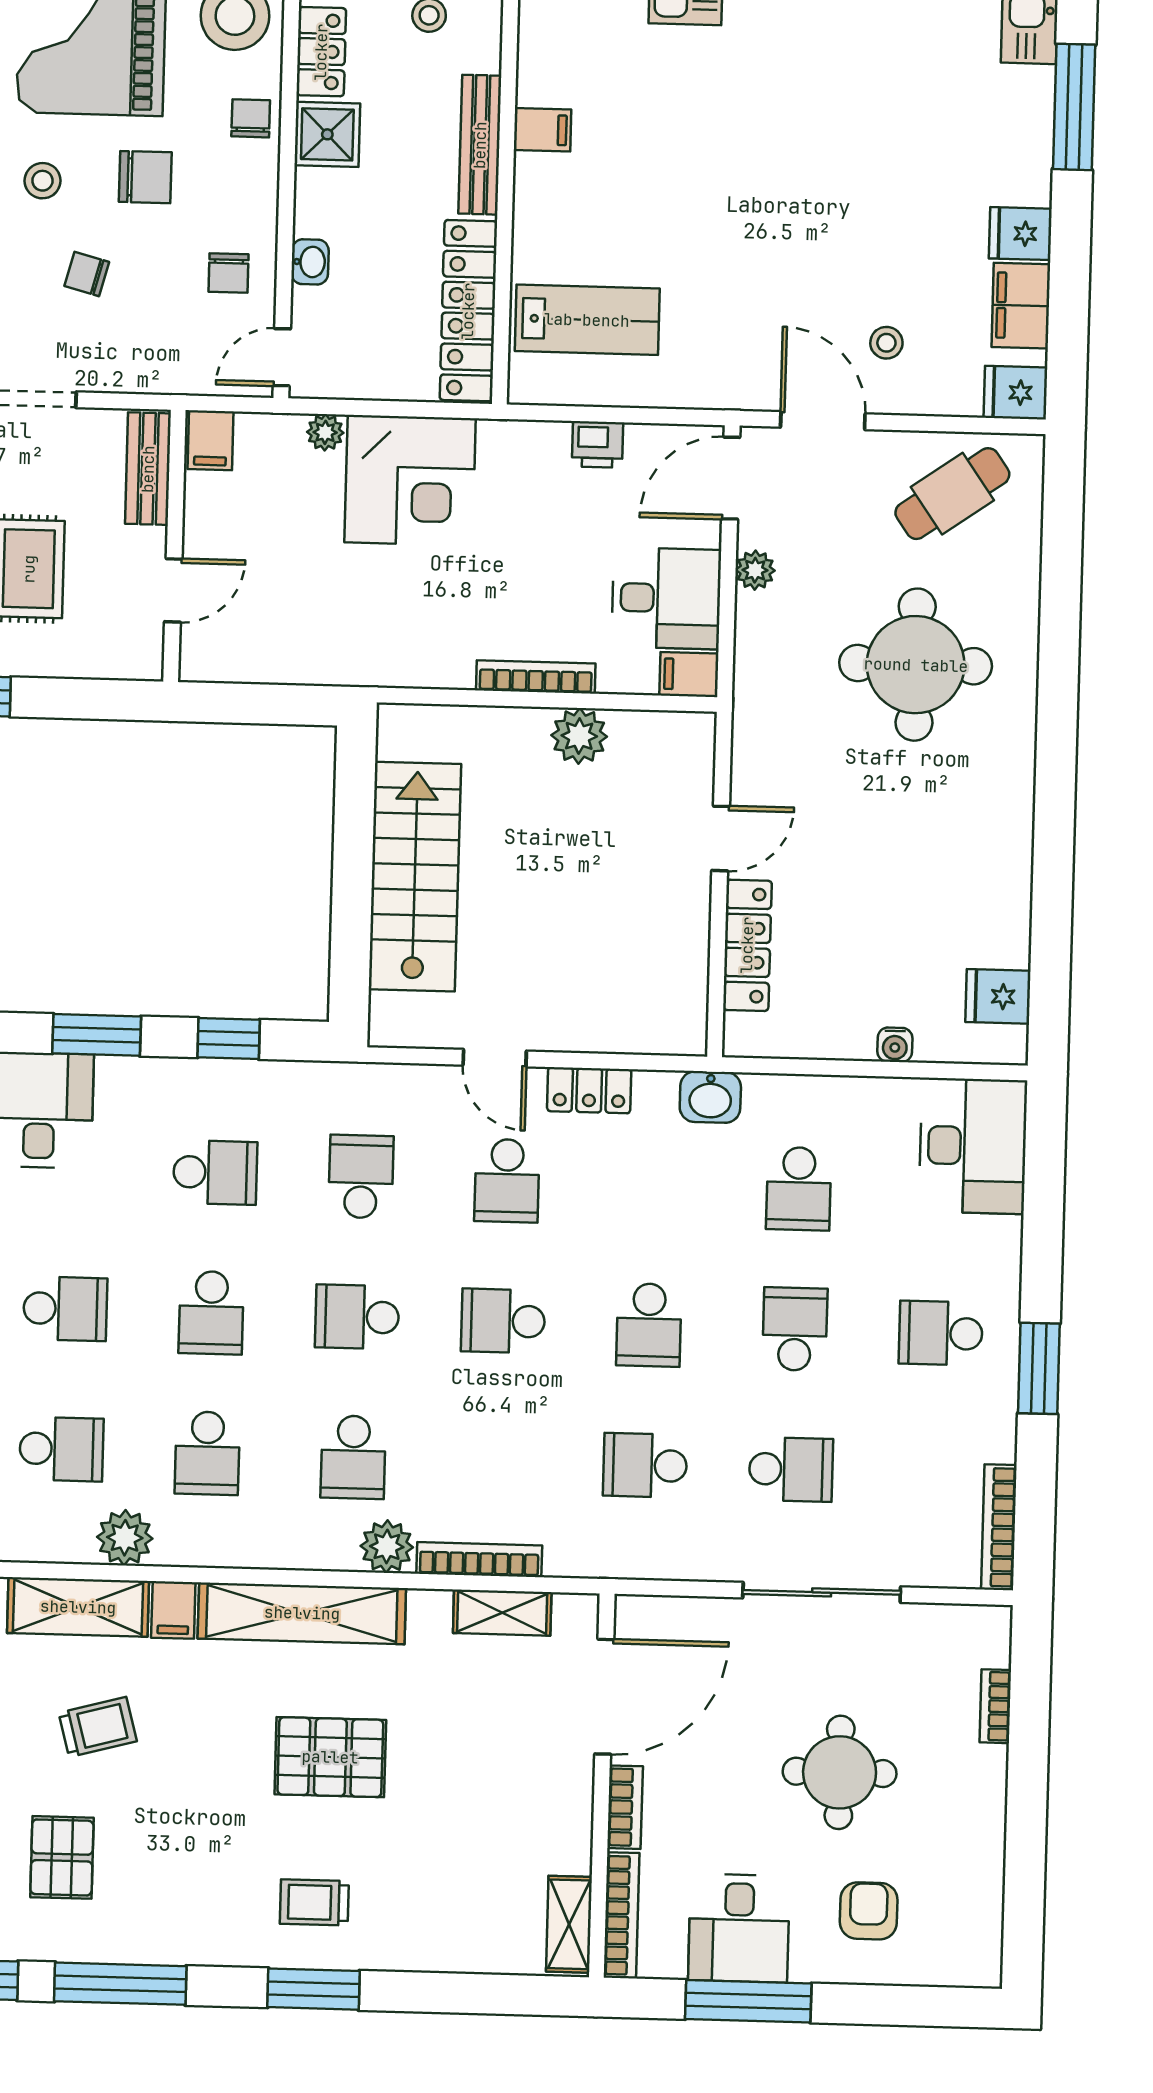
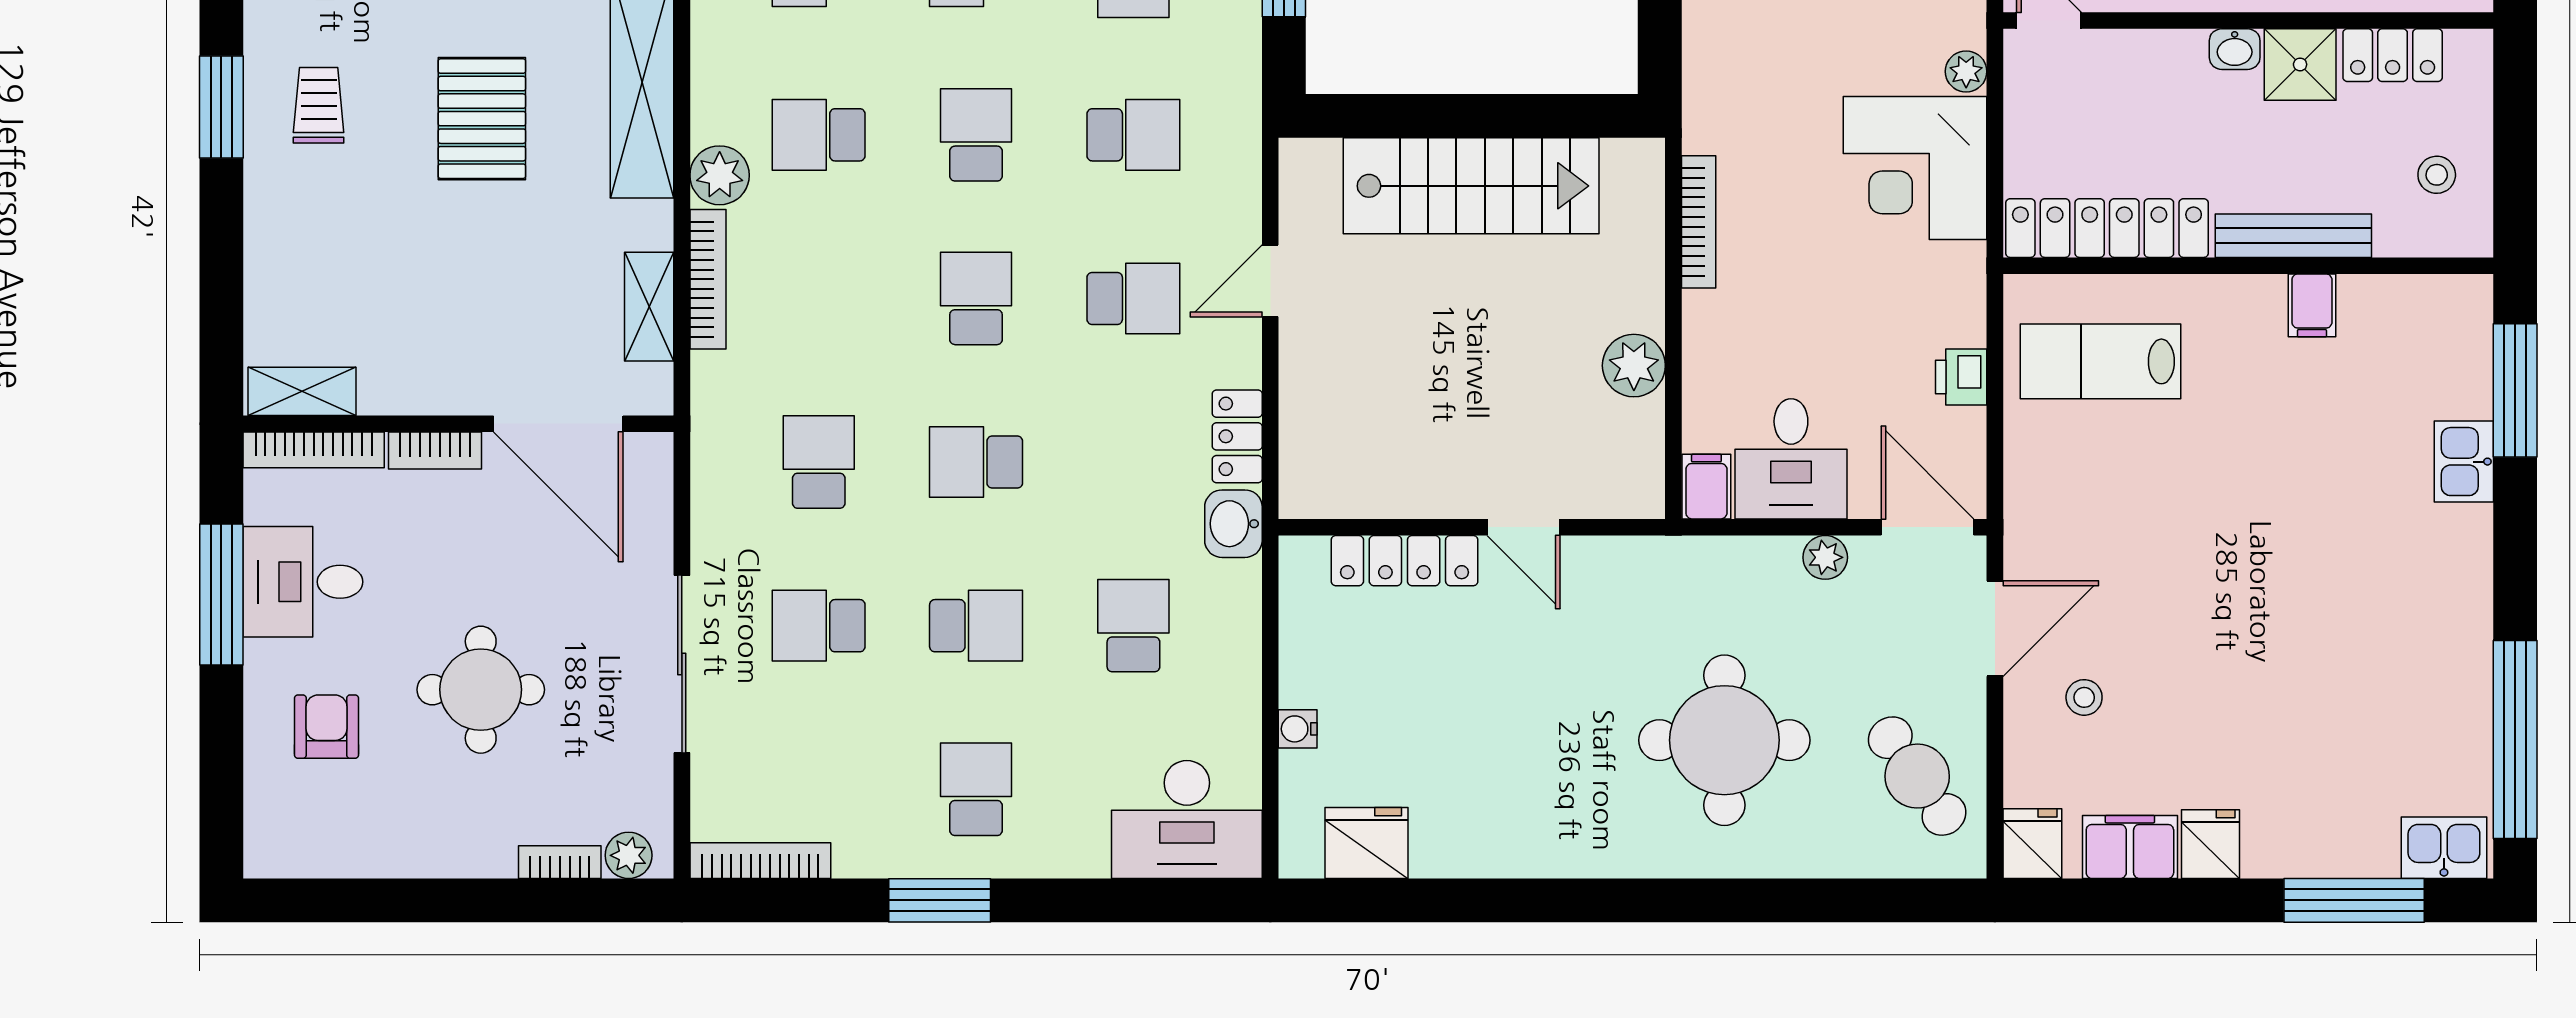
washbasin: (310, 262) -> (2235, 49), moved
lab bench: (587, 320) -> (2100, 361), turned 90
bookcase: (536, 677) -> (1699, 222), moved
fridge: (998, 996) -> (1367, 843), width x1.38
locker: (589, 1090) -> (1237, 436), moved
school desk: (507, 1181) -> (1133, 298), turned 180
school desk: (799, 1189) -> (1133, 626), turned 90
school desk: (791, 1469) -> (819, 626), turned 90
plant: (991, 1645) -> (629, 855), added
armchair: (869, 1911) -> (326, 727), turned -90

